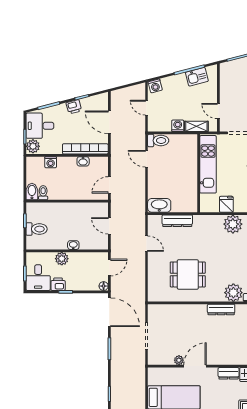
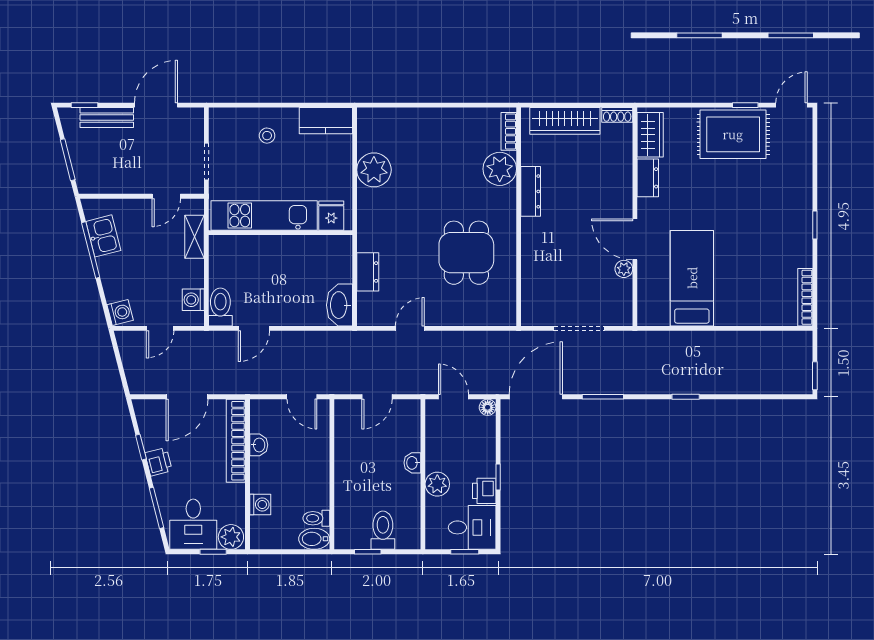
washing machine: (178, 126) -> (193, 300), moved
fridge: (226, 204) -> (331, 216), moved, turned 90
dresser: (177, 221) -> (368, 272), width x0.70

